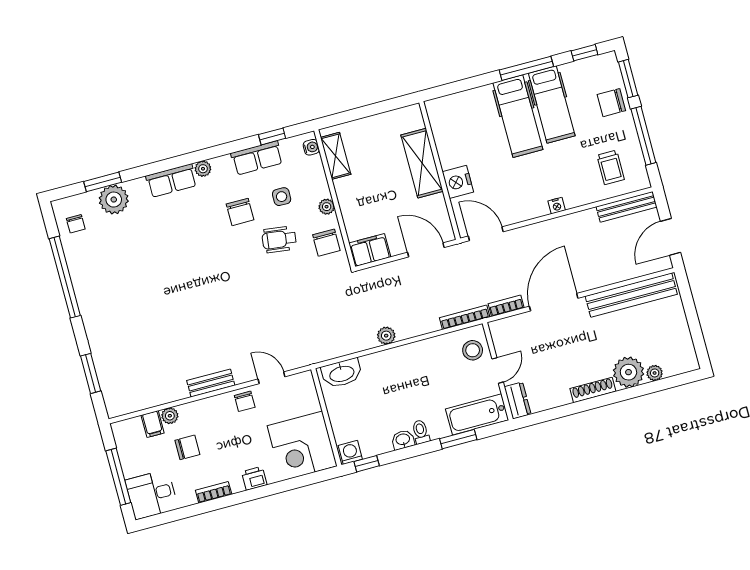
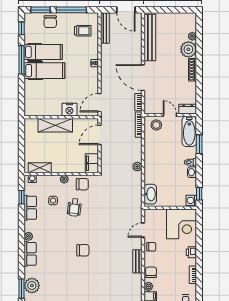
chair: (240, 212) -> (83, 250), moved
chair: (187, 447) -> (151, 272), moved

